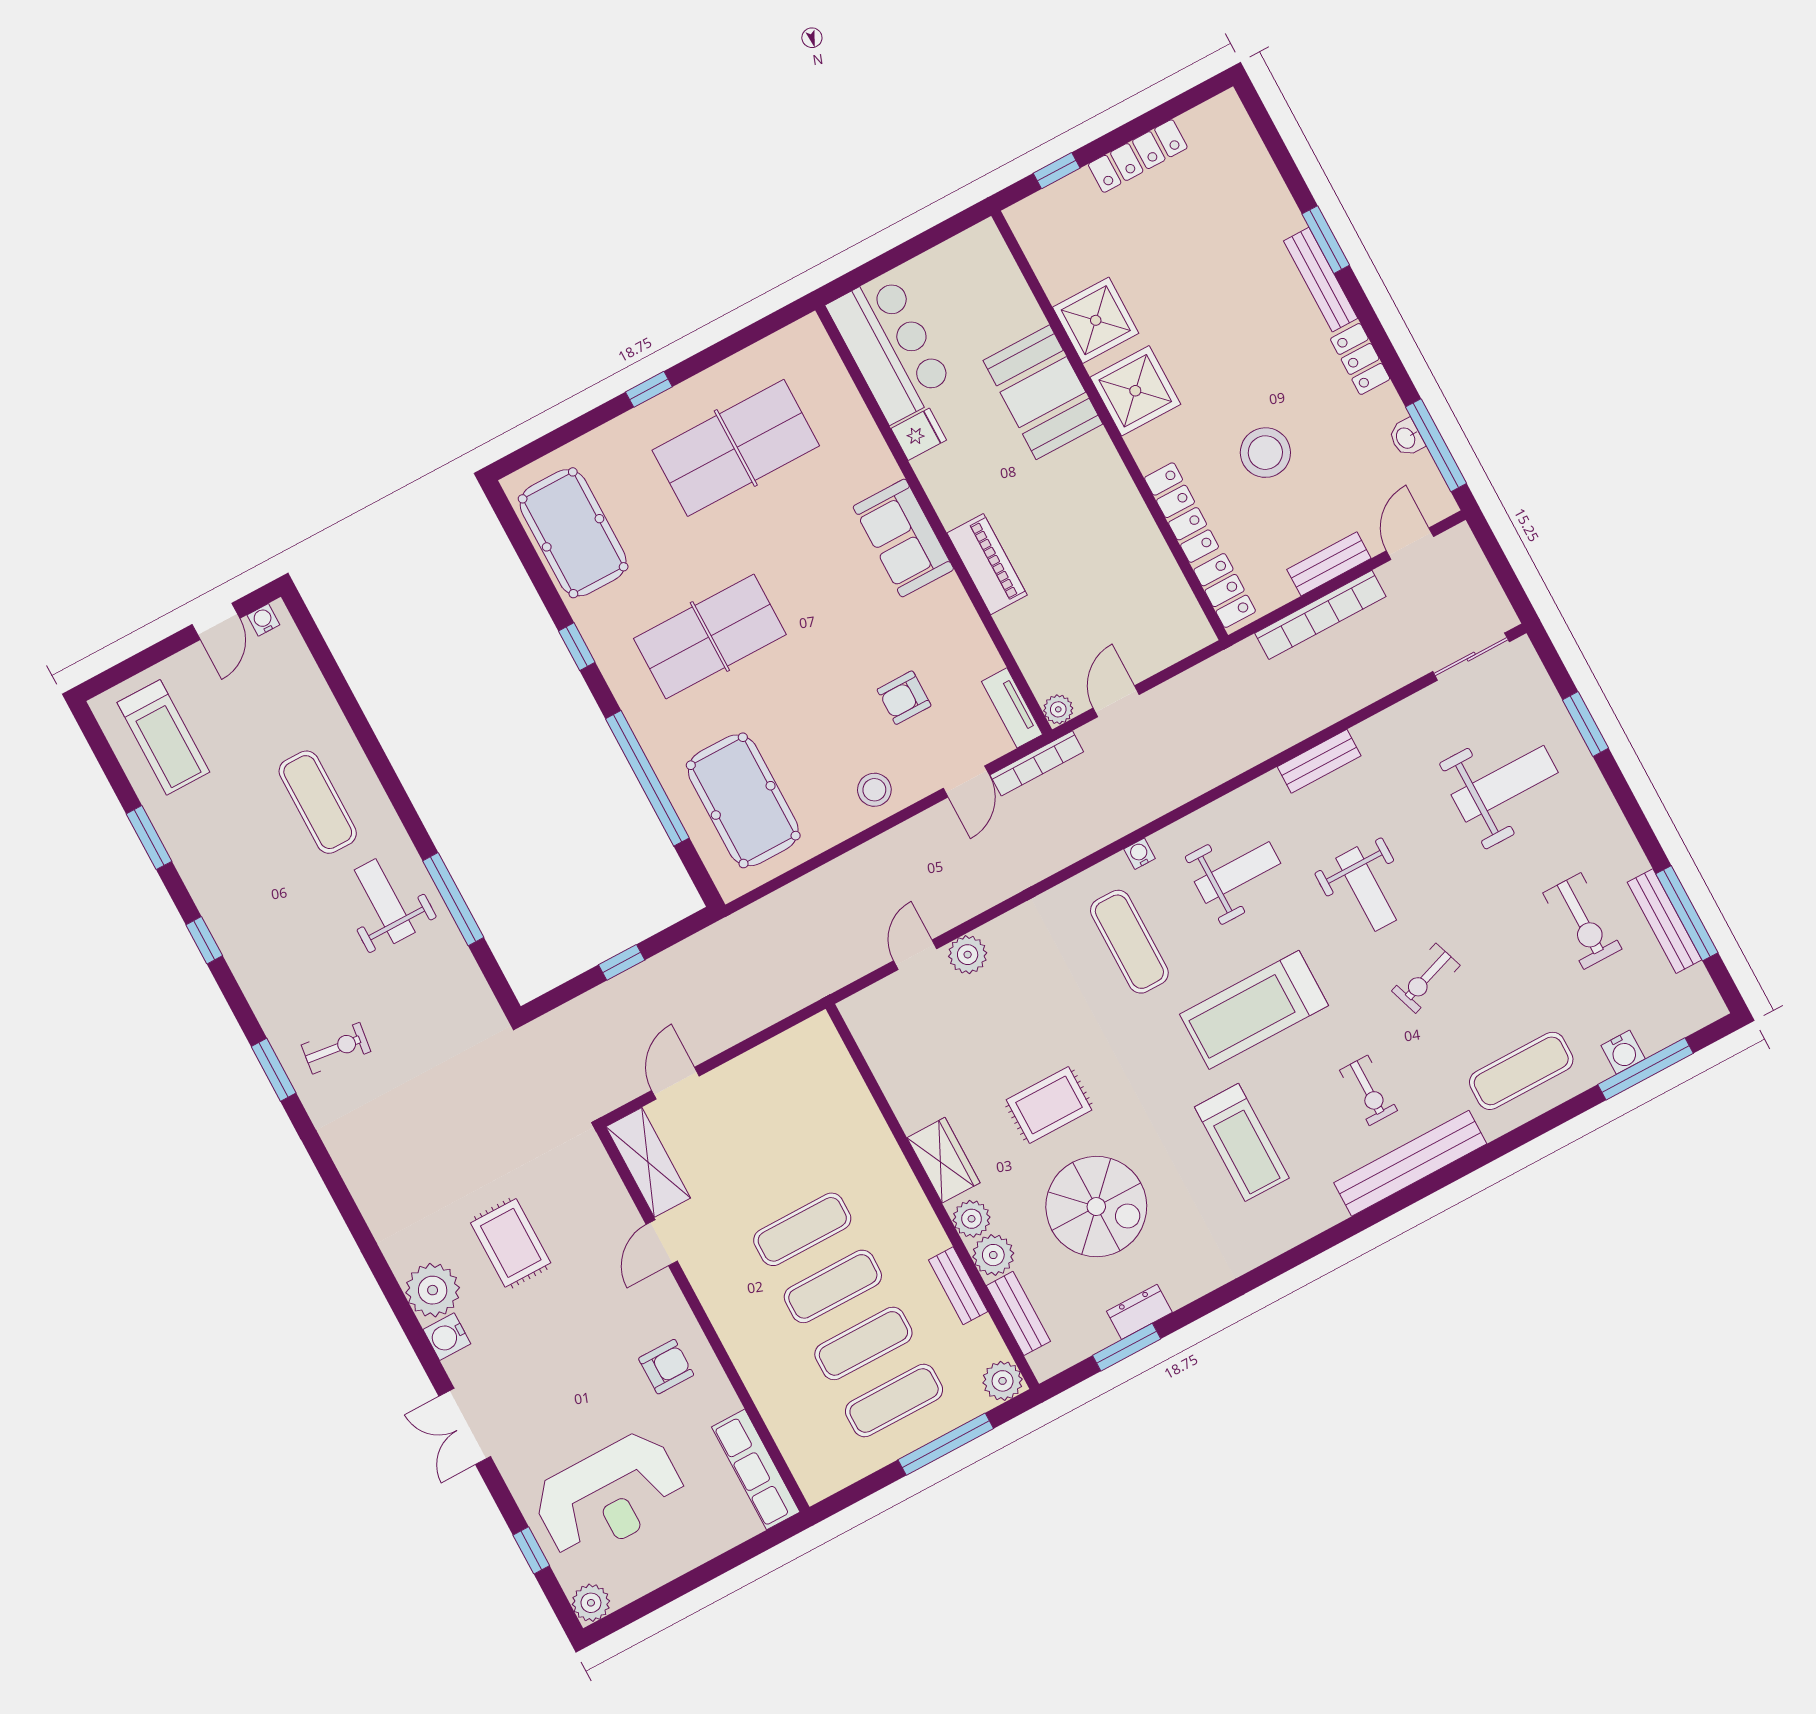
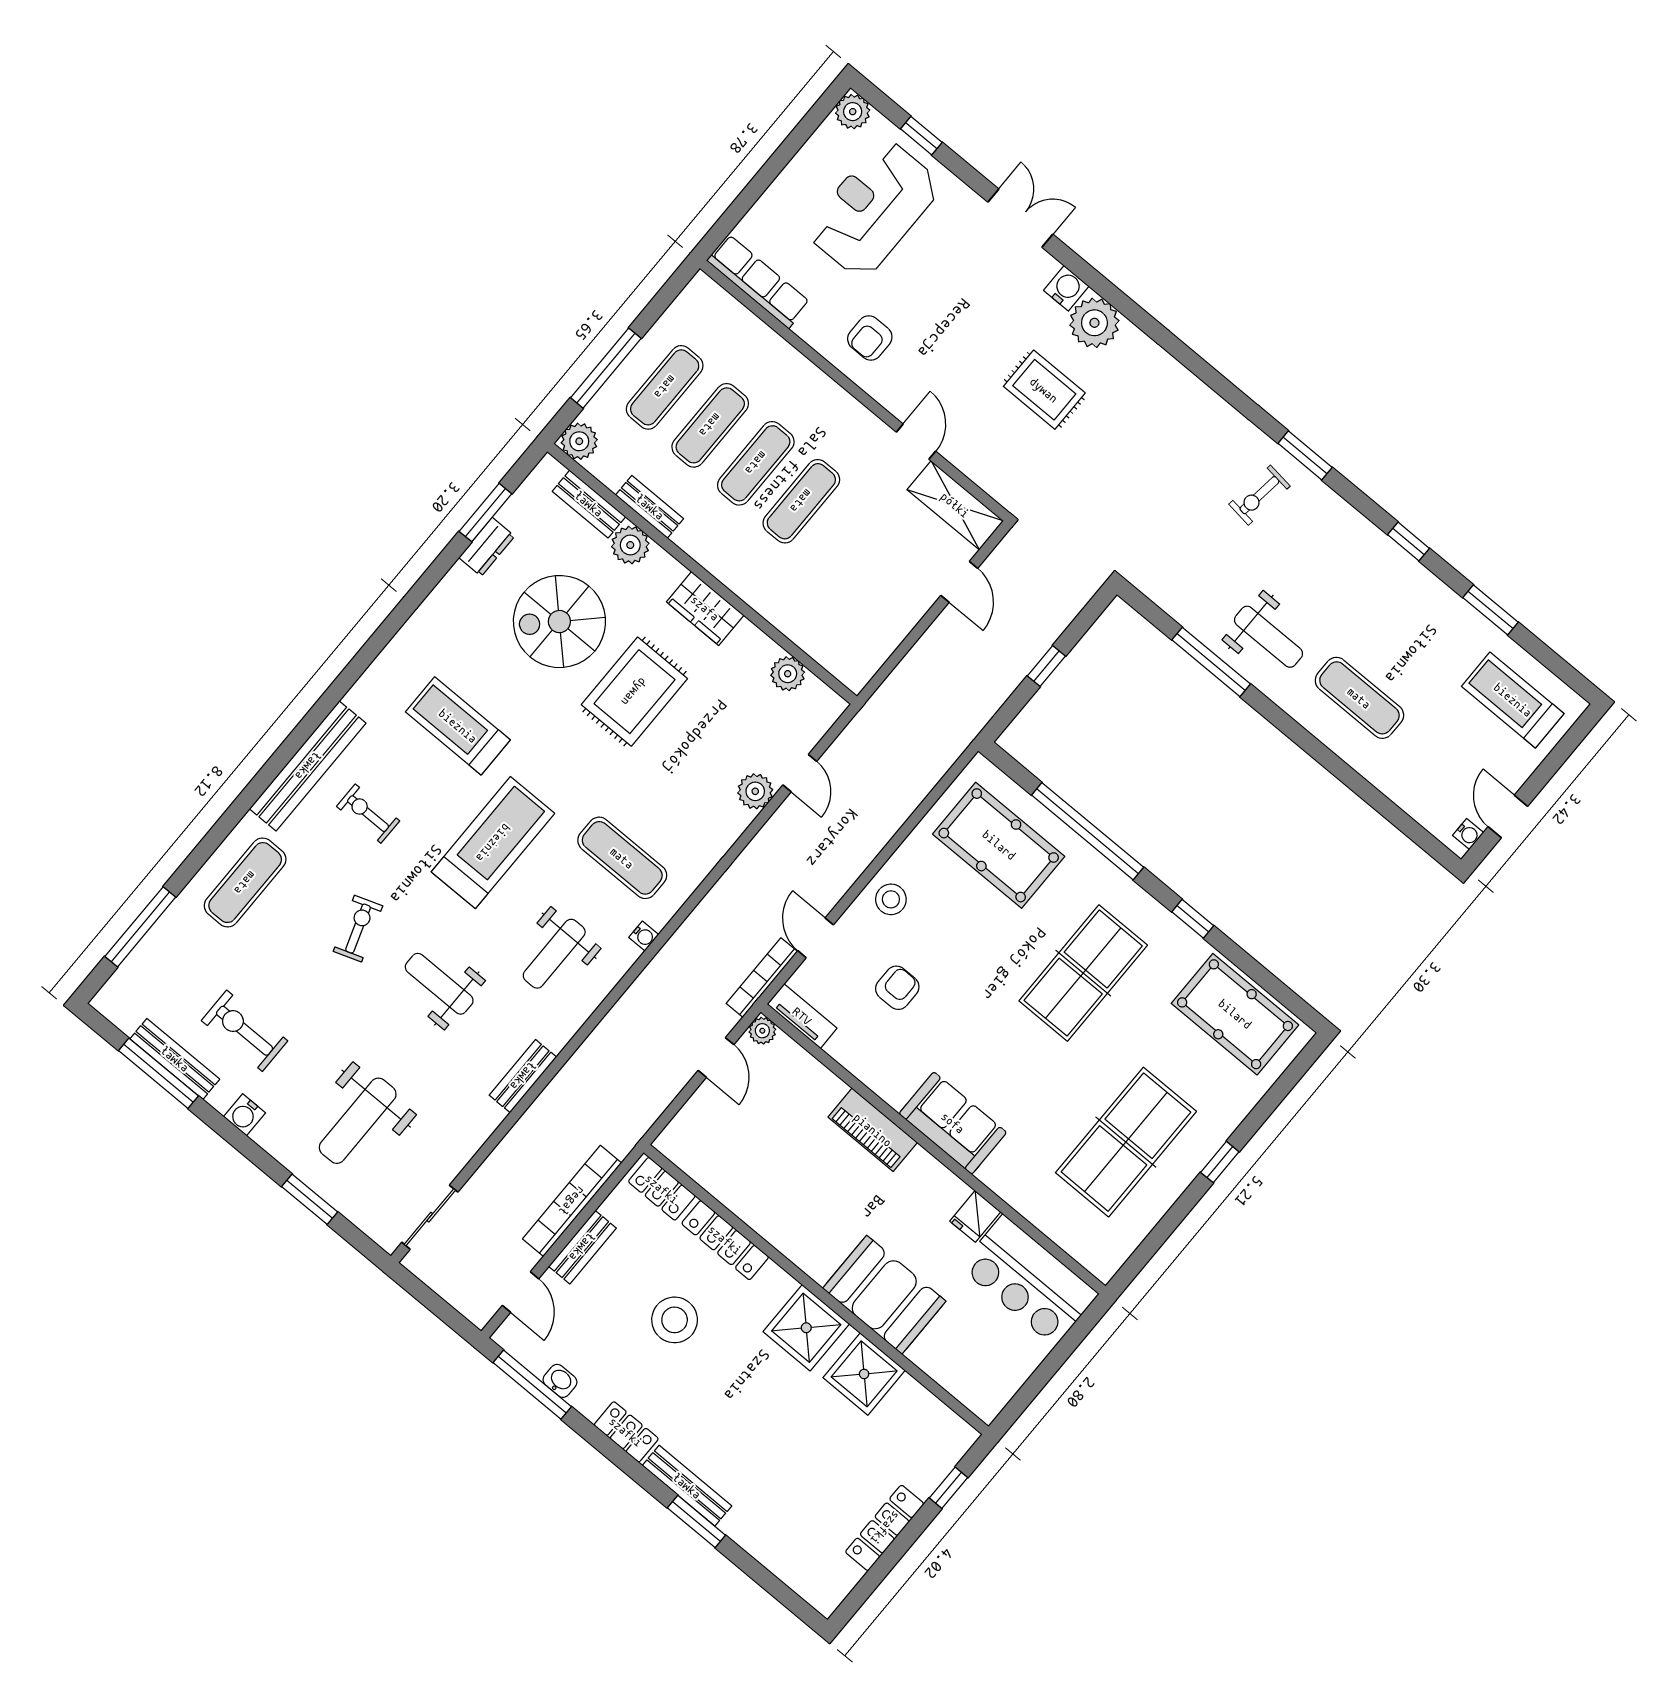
water cooler: (1623, 1052) -> (245, 1115), moved, turned -90
rug: (1049, 1105) -> (634, 692), width x1.36, depth x1.43
plant: (972, 1219) -> (788, 674), moved

